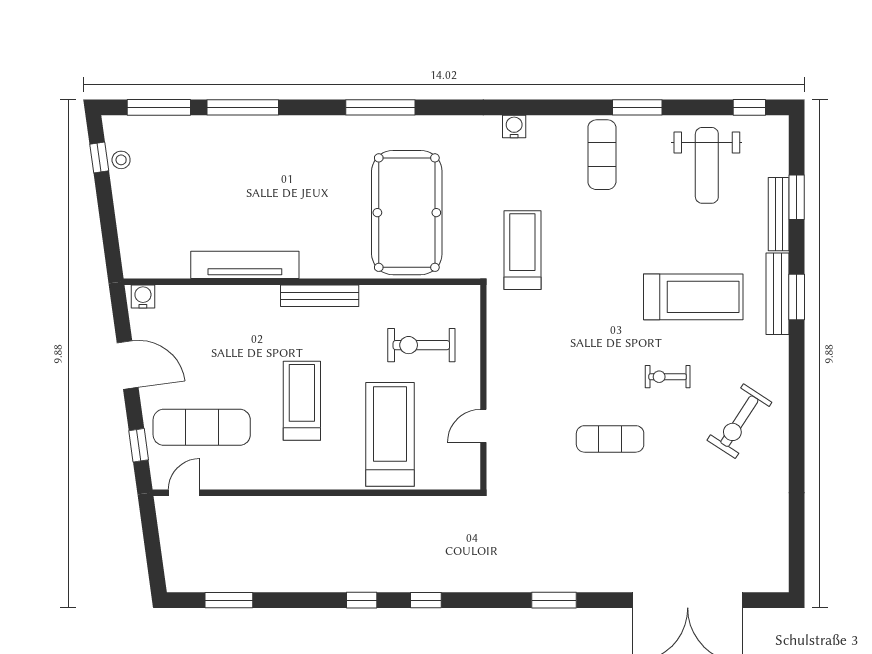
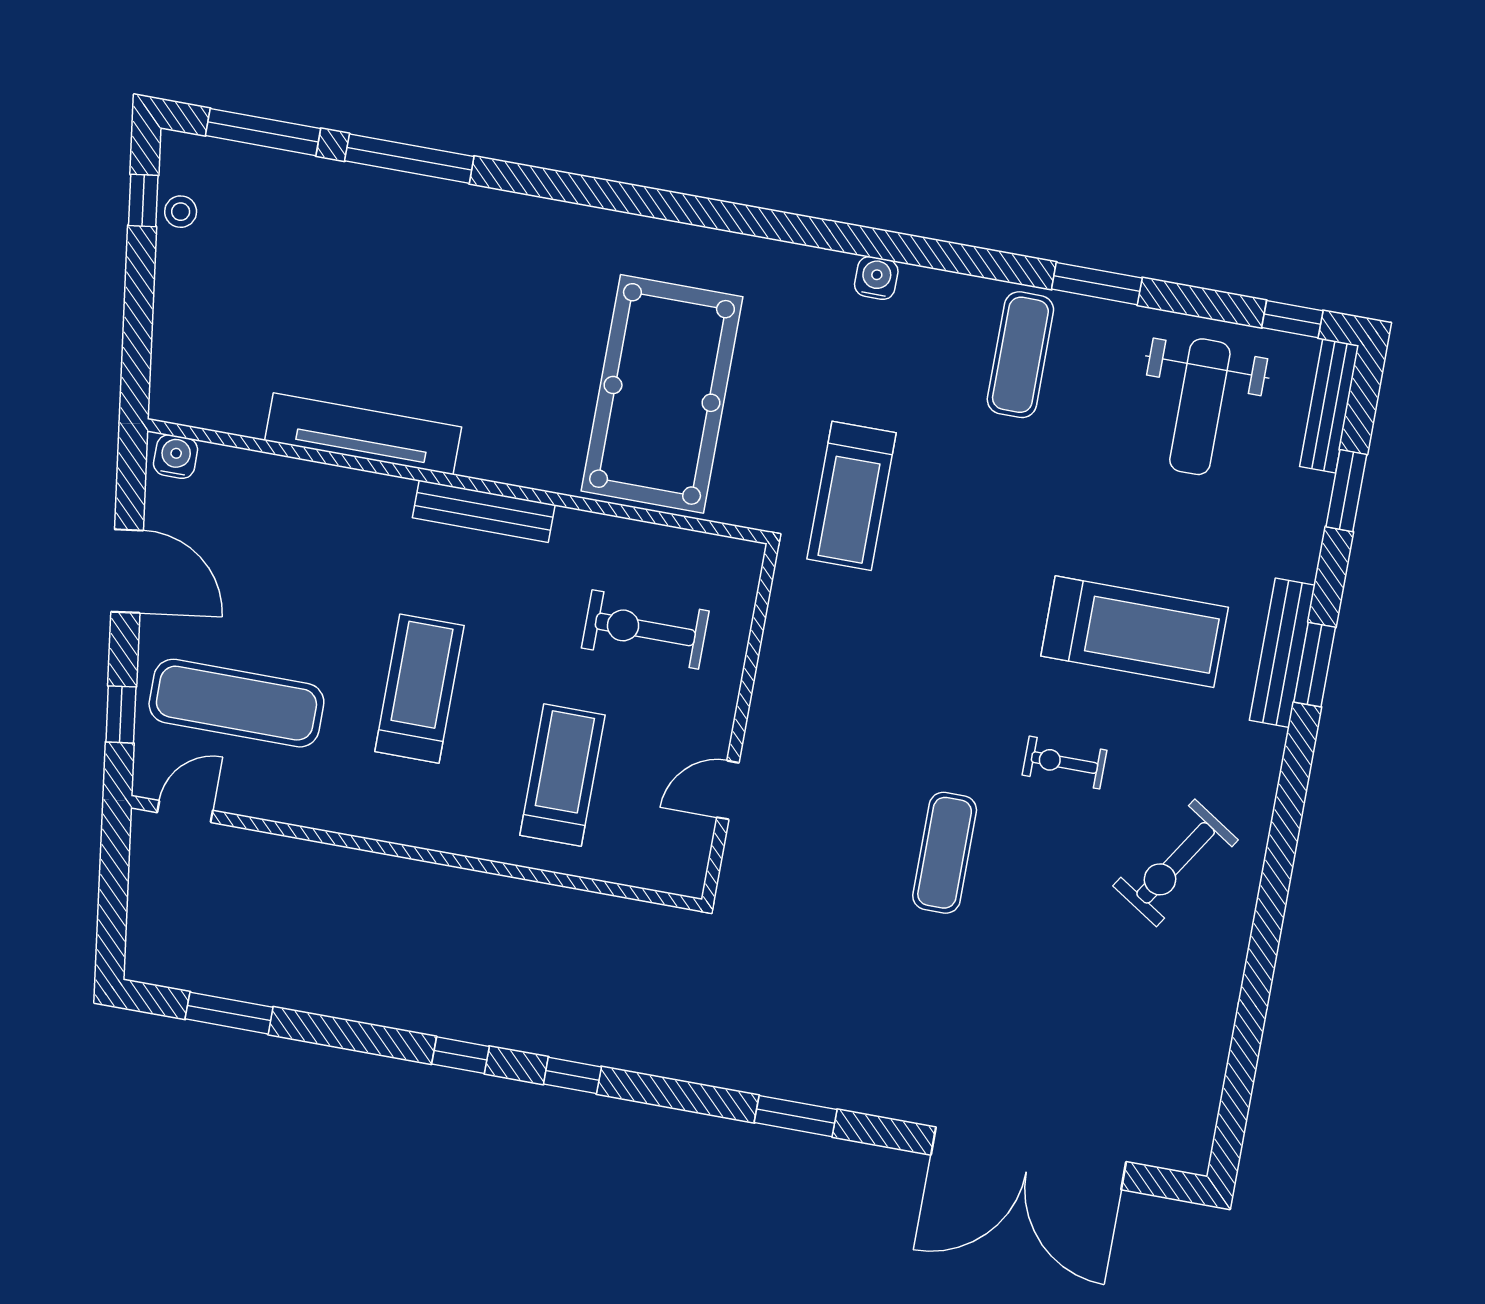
window: (380, 107) -> (649, 202), removed
bench: (779, 214) -> (1329, 406), moved
treadmill: (522, 250) -> (852, 496), turned 180
treadmill: (390, 434) -> (562, 775), width x0.73, depth x0.73
exercise mat: (610, 439) -> (945, 853), turned 90

